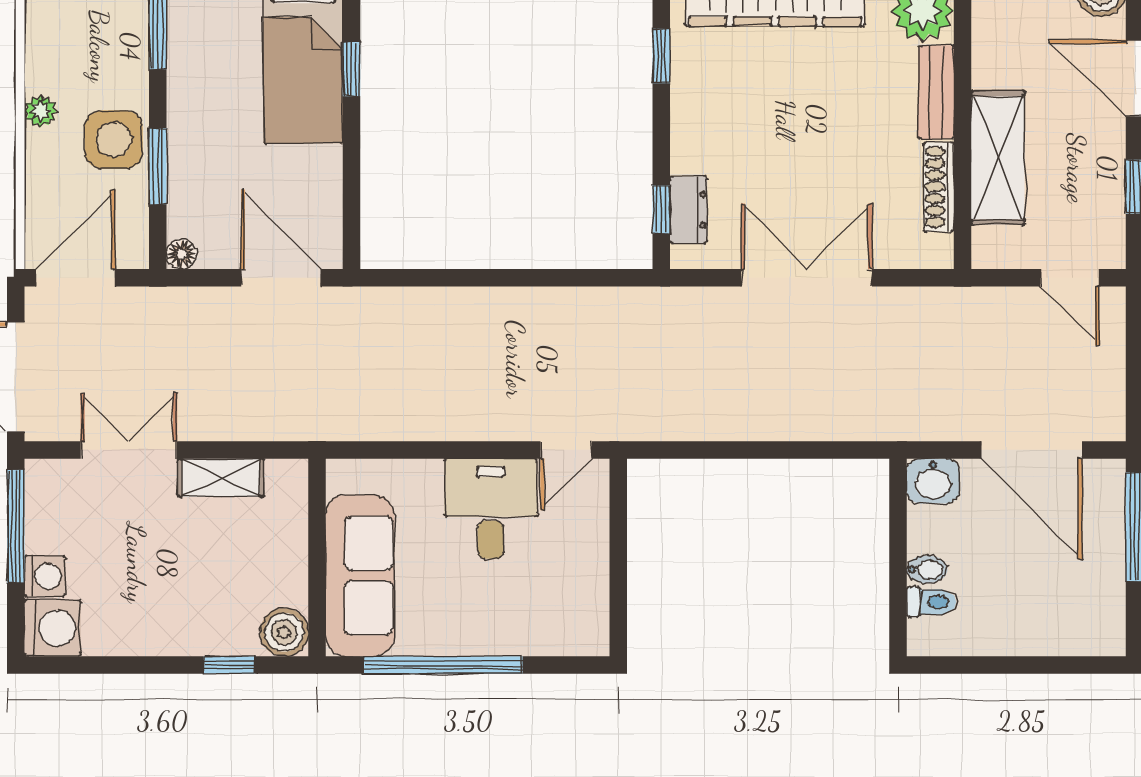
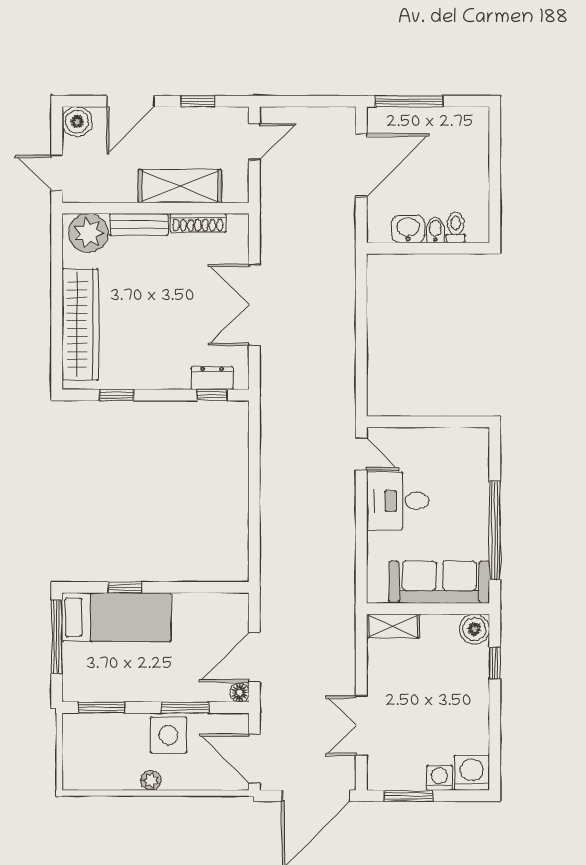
door: (281, 278) -> (254, 657), moved
shelving: (221, 478) -> (393, 626), moved, turned 90
washbasin: (933, 481) -> (408, 229), moved, turned -90
window: (16, 526) -> (409, 796), width x0.69

